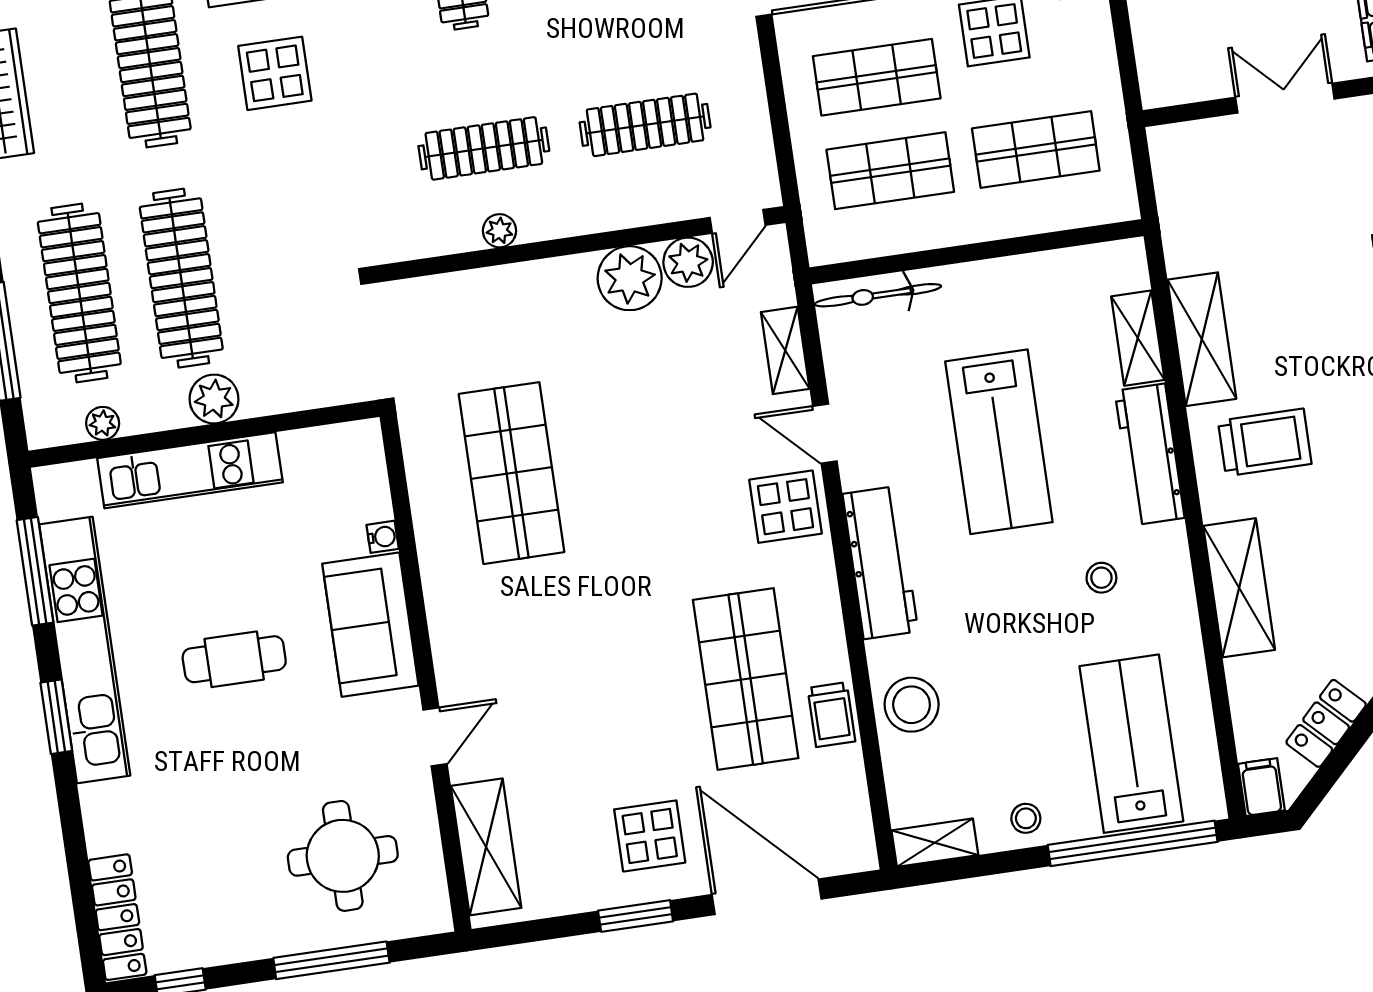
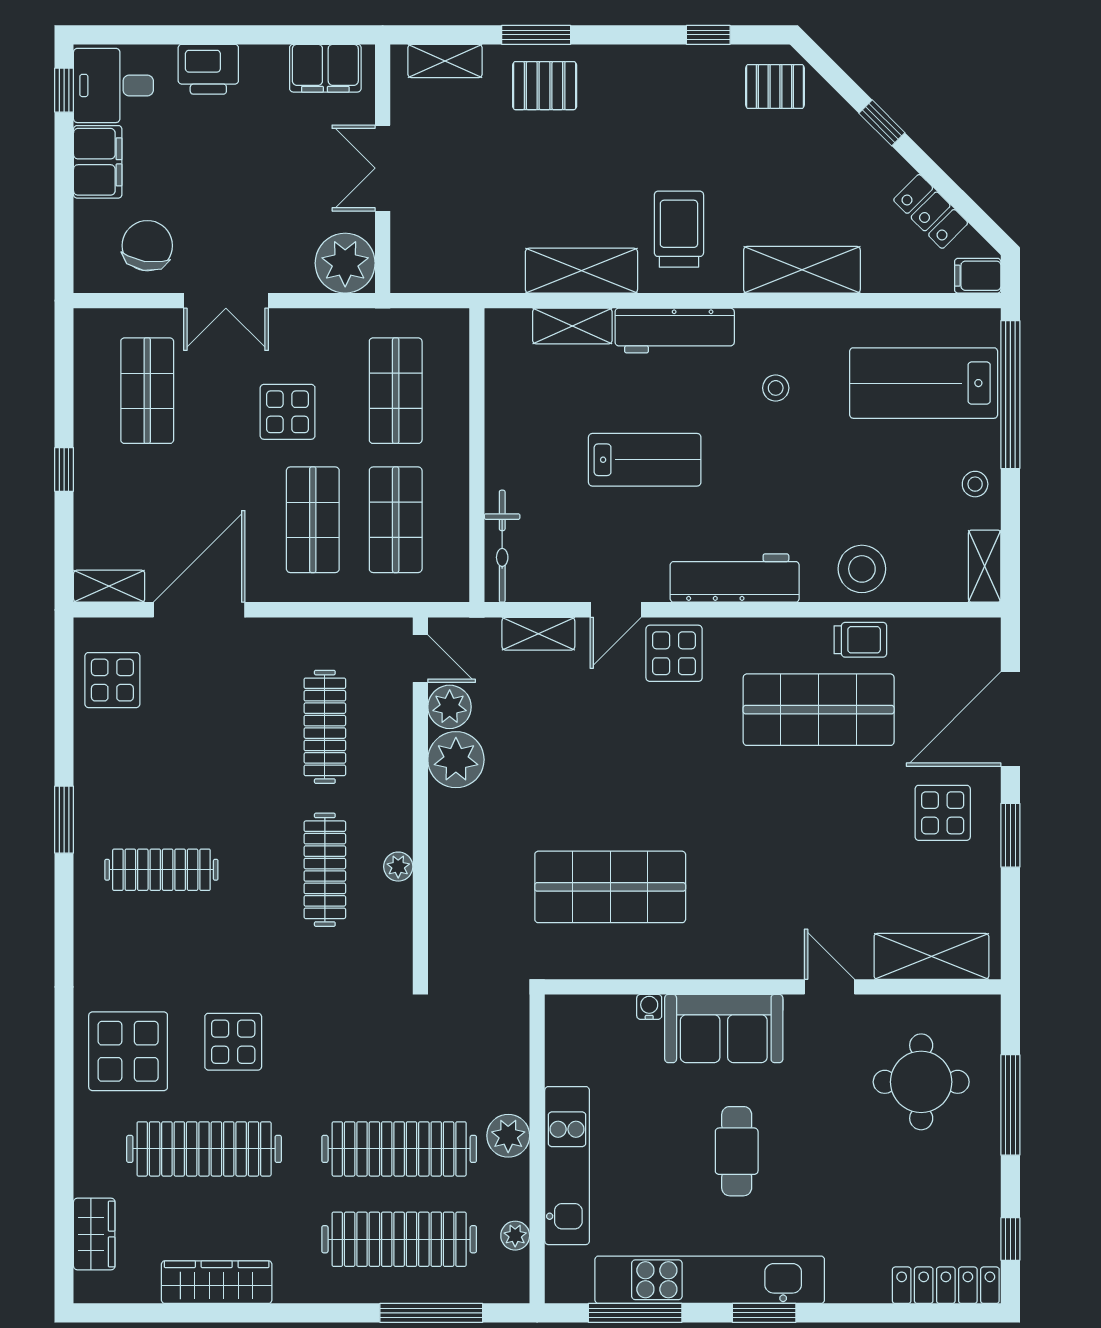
plant: (1171, 72) -> (345, 263), added
lab bench: (999, 442) -> (645, 460), width x0.73, depth x0.72

